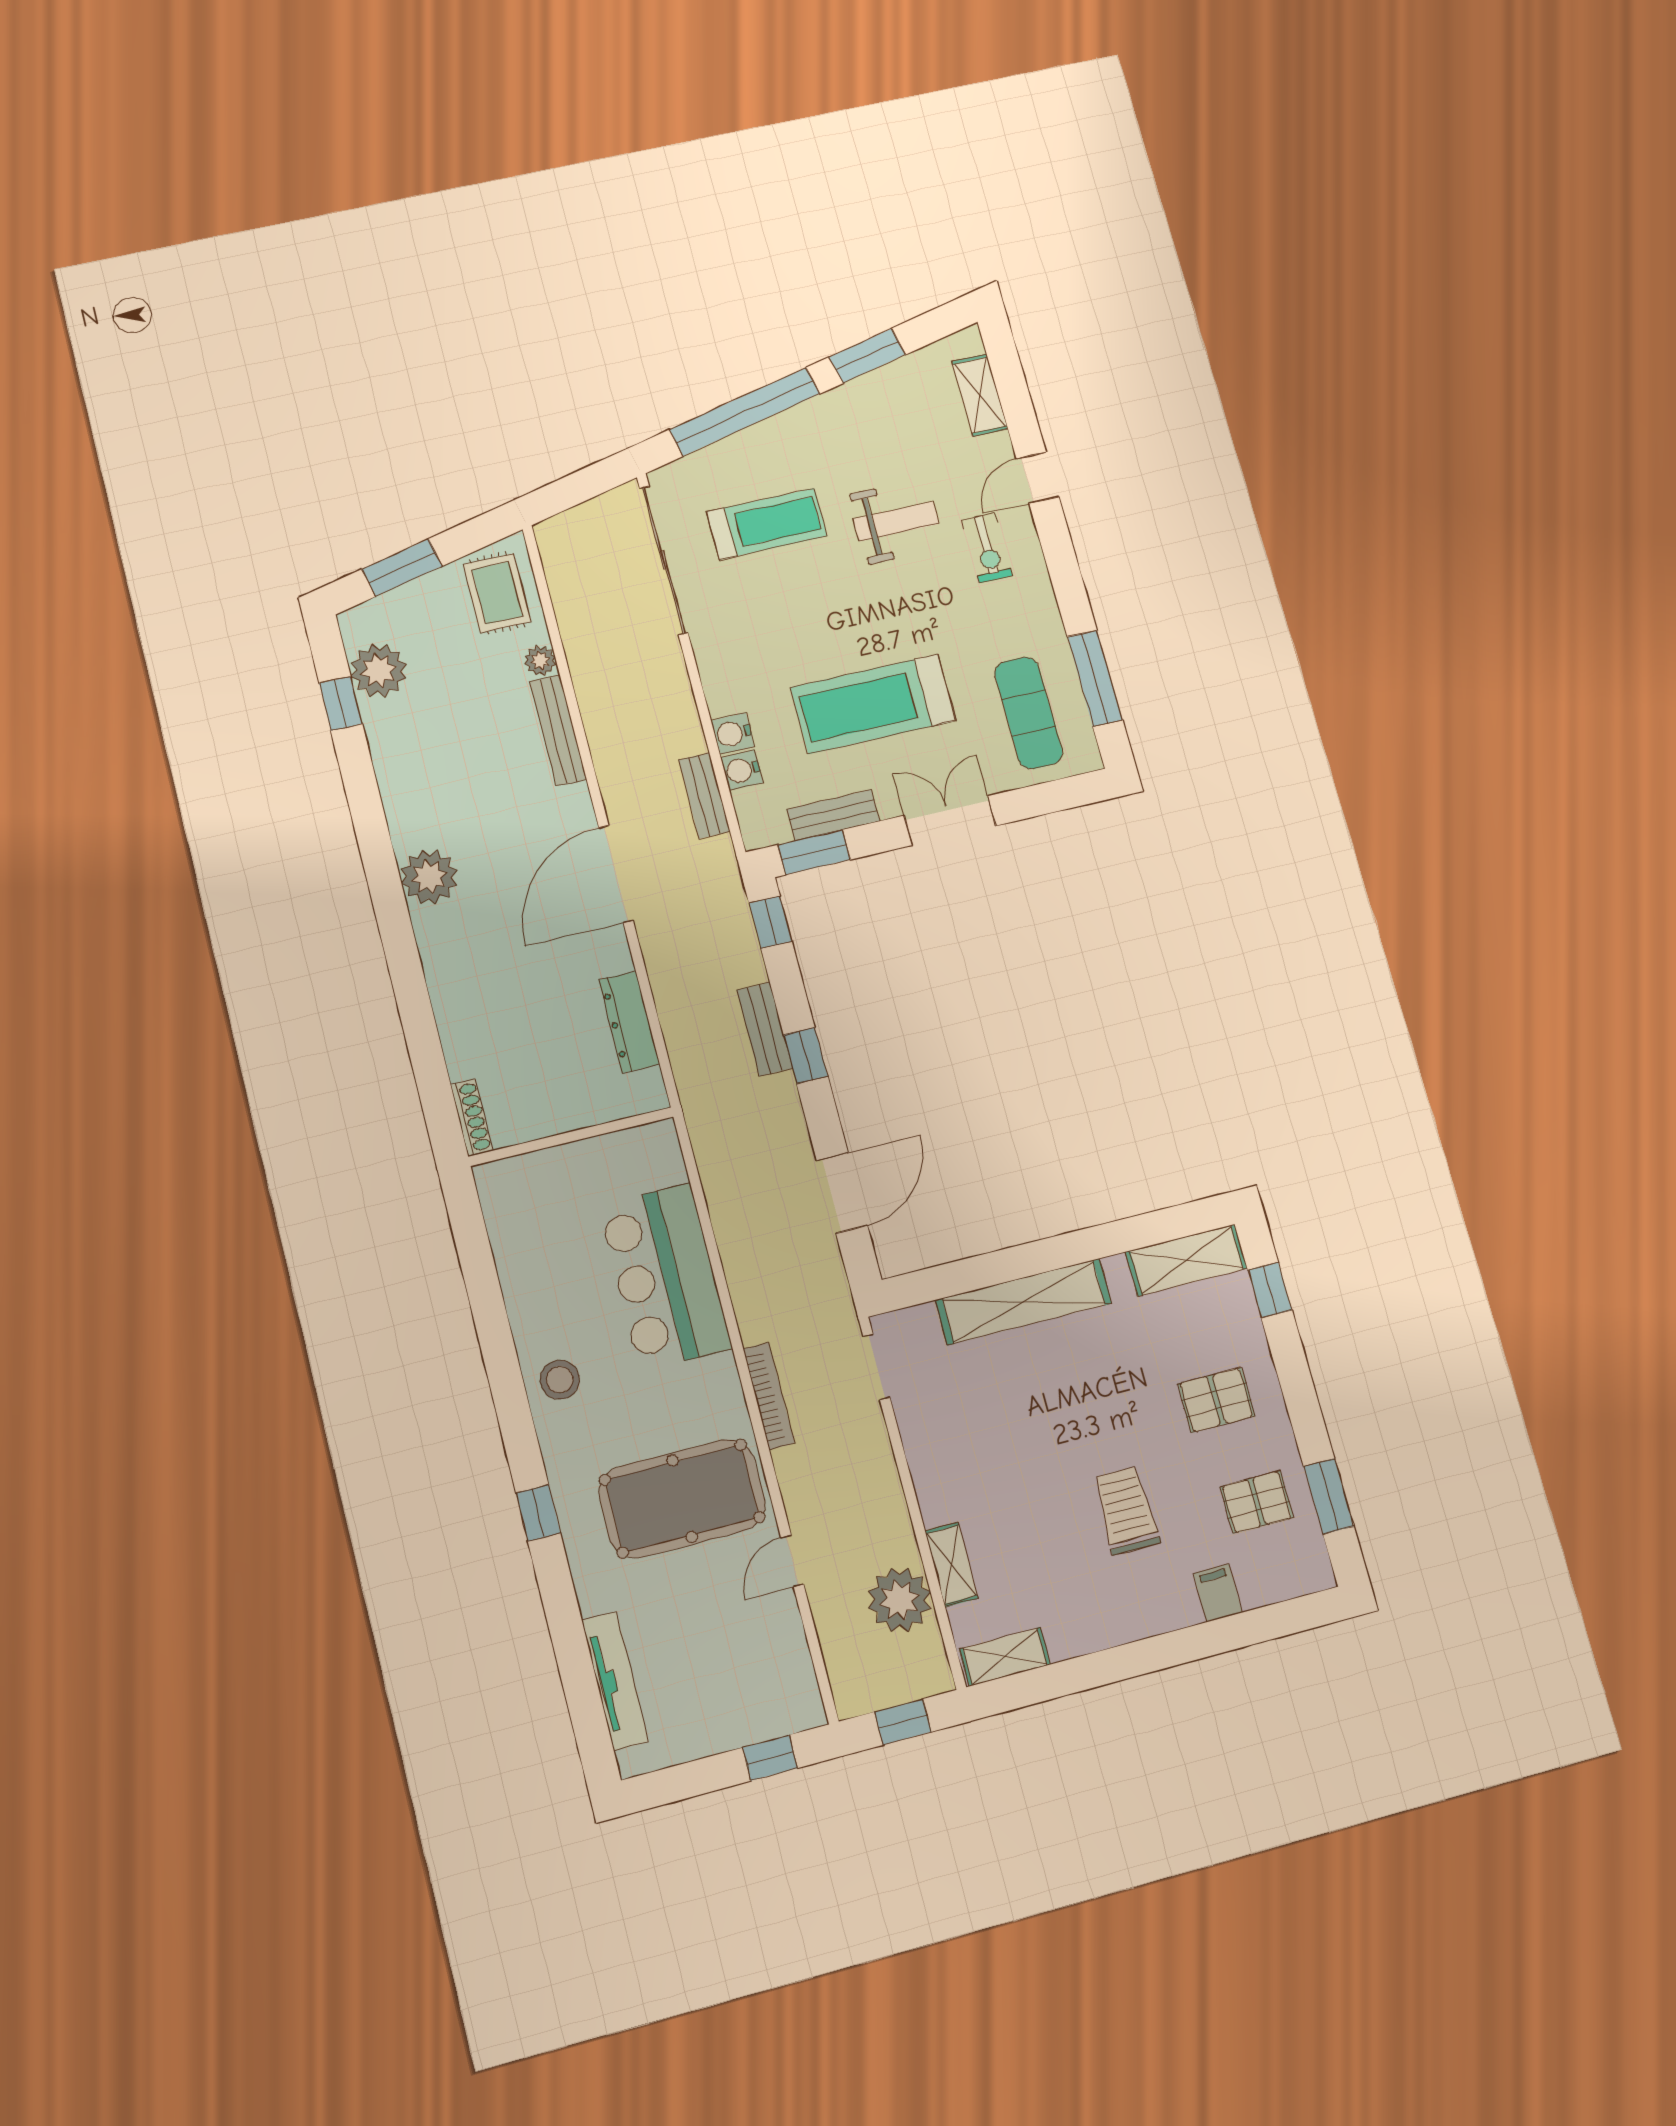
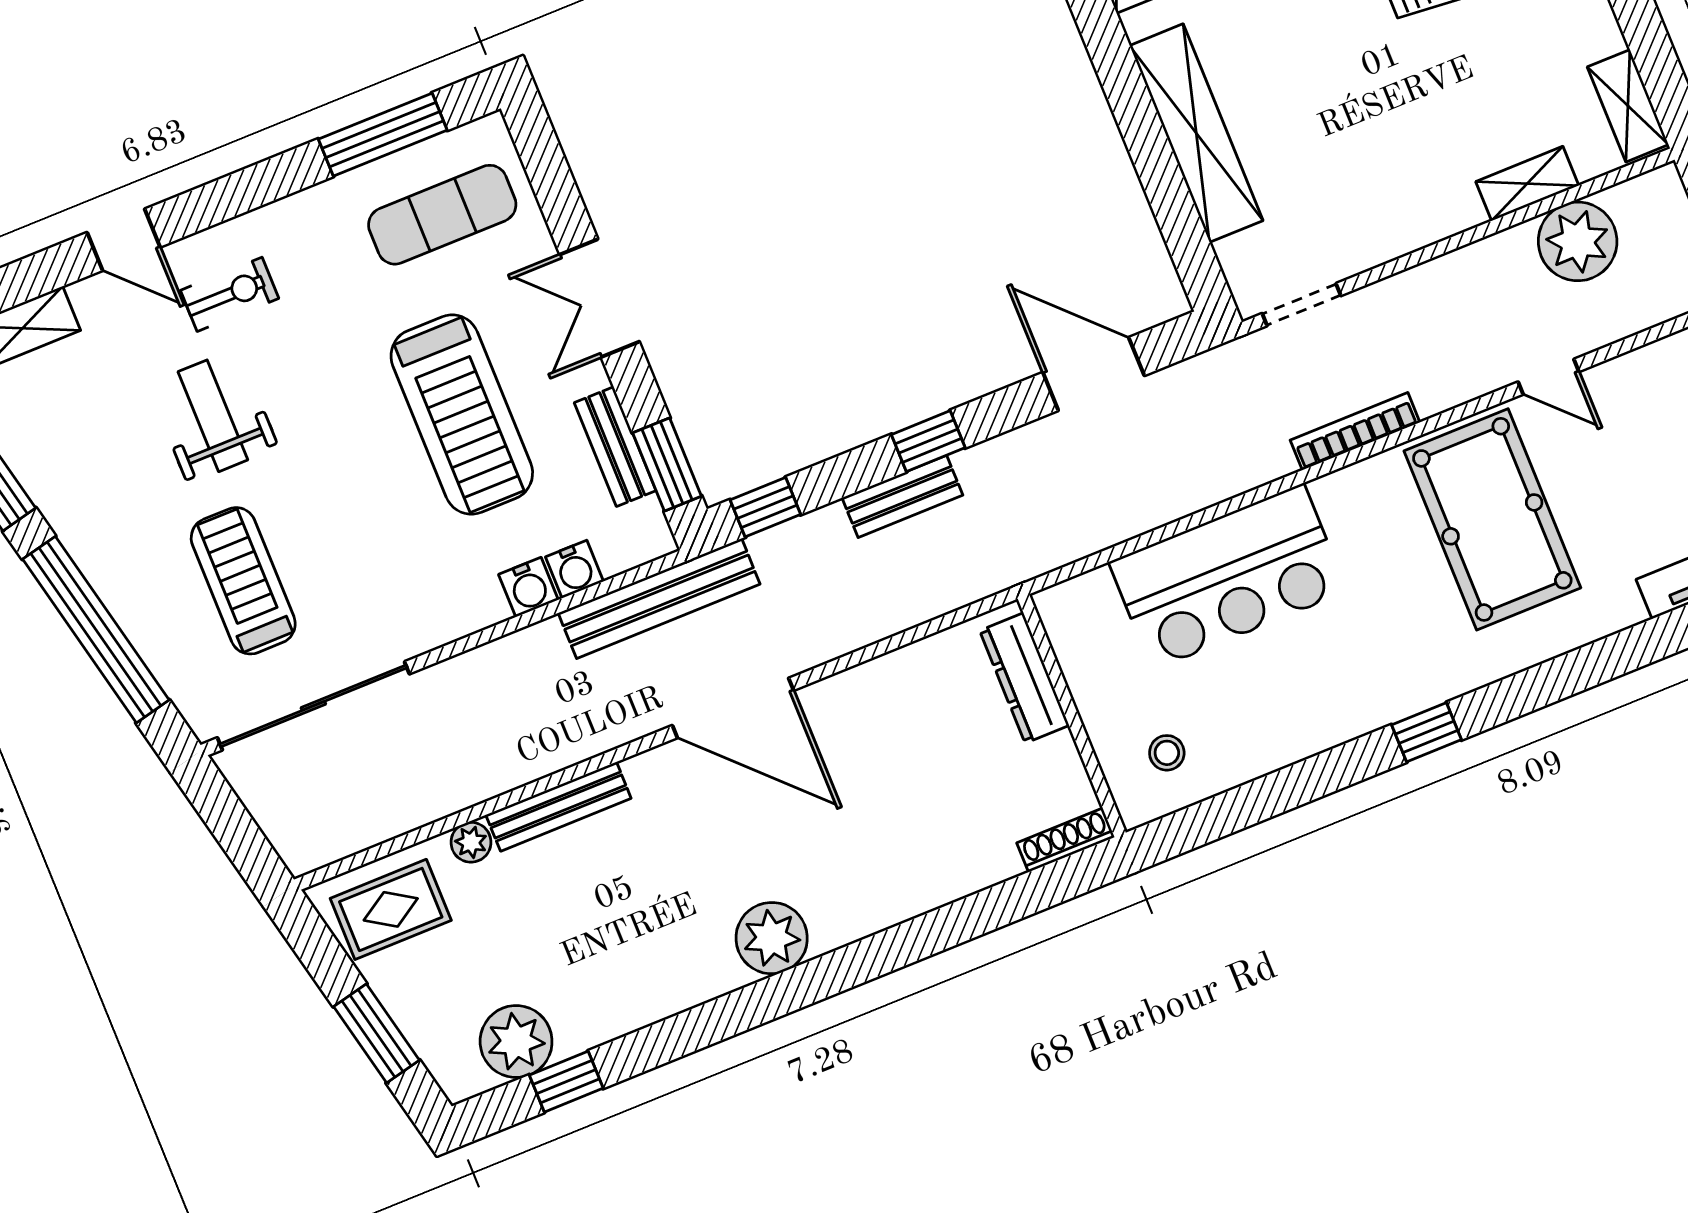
bench: (704, 796) -> (659, 599), width x1.86, depth x1.21
dresser: (629, 1022) -> (1024, 678), moved, turned 90
stool: (560, 1380) -> (1167, 753), moved, width x0.73, depth x0.73
window: (538, 1513) -> (1427, 732), moved

